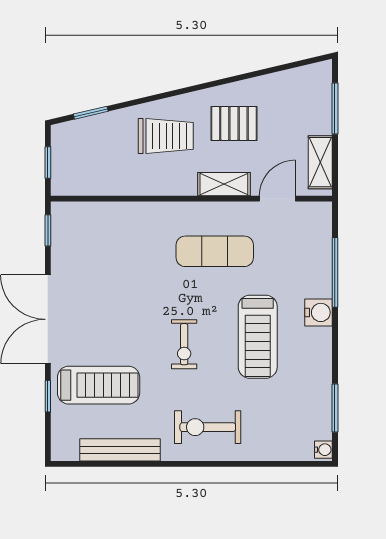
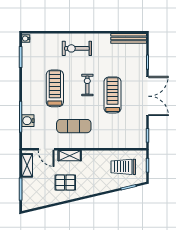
trolley: (166, 136) -> (123, 167), moved
door: (277, 199) -> (46, 149), hinge flipped
water cooler: (319, 312) -> (28, 121), moved
treadmill: (99, 385) -> (113, 95), moved, turned 90
exercise bike: (208, 427) -> (77, 48), turned 180
bench: (120, 450) -> (129, 38), moved

